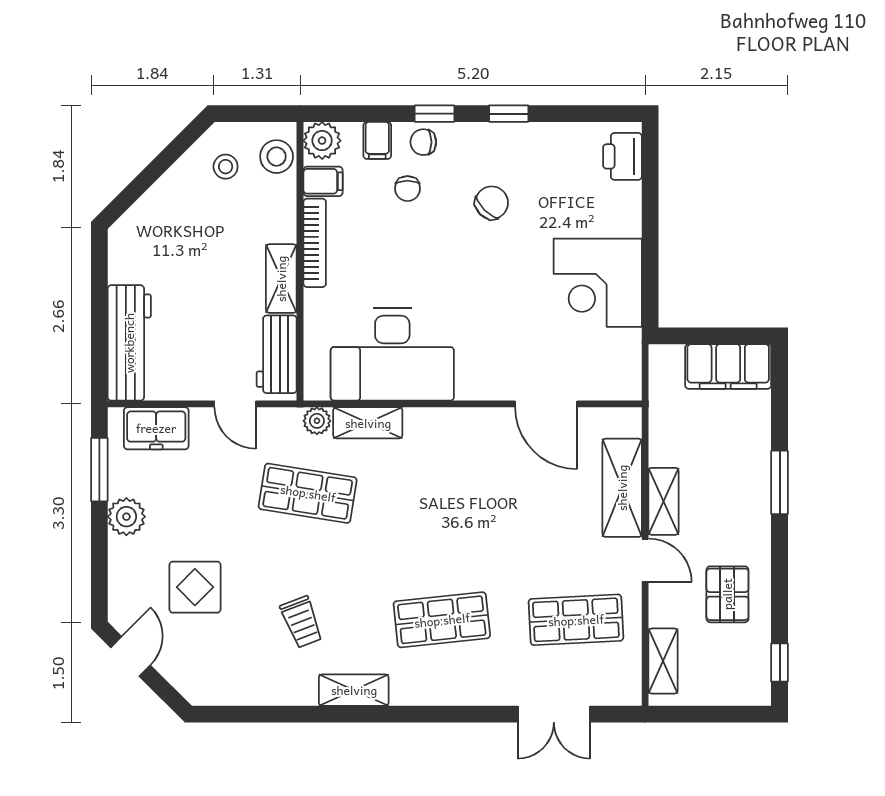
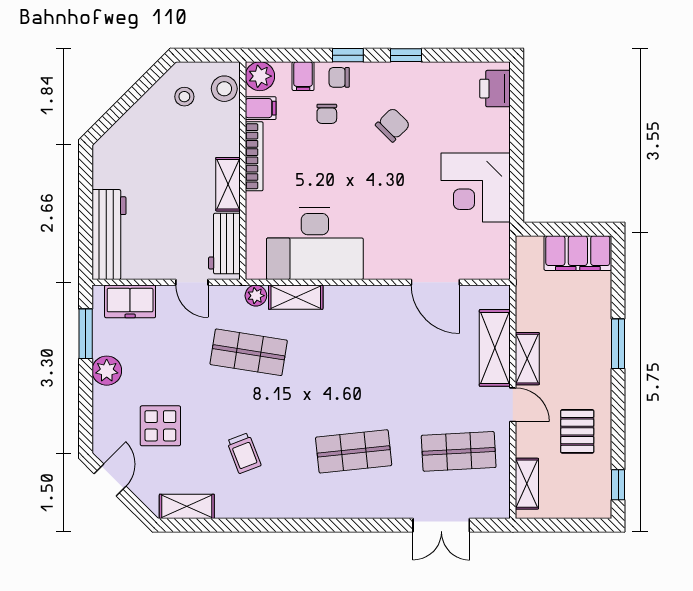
shelving: (354, 690) -> (187, 506), moved

